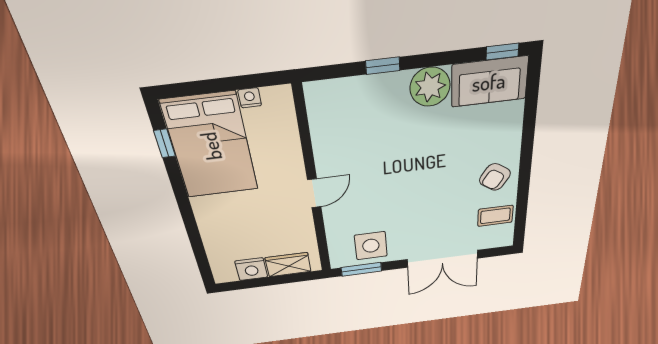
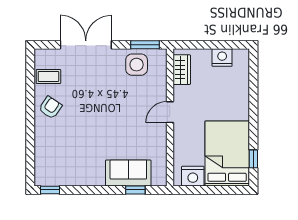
window: (383, 66) -> (135, 190), moved
sofa: (489, 82) -> (128, 173), moved
plant: (430, 87) -> (93, 174), removed
nightstand: (250, 98) -> (193, 176), width x1.89, depth x1.79
wardrobe: (288, 265) -> (182, 70), moved, turned -90

